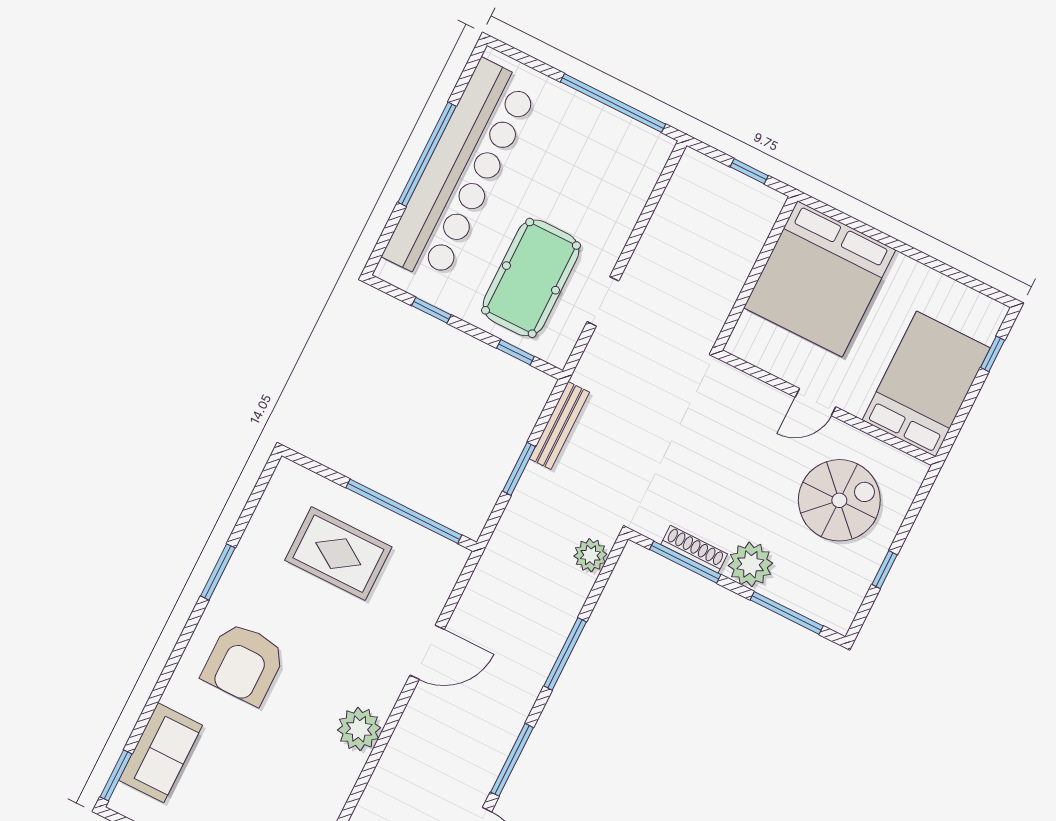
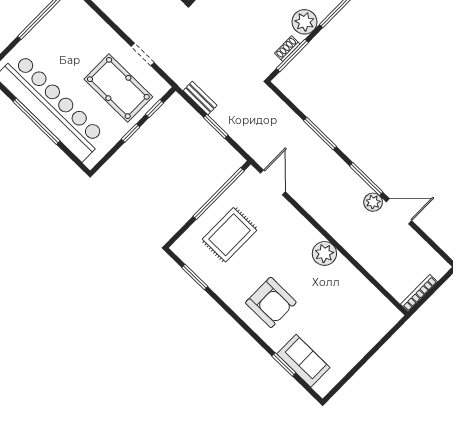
window: (431, 310) -> (131, 133), moved
bench: (559, 426) -> (200, 98), width x0.73
shoe rack: (694, 549) -> (287, 49), width x0.70
plant: (590, 555) -> (373, 202), moved
window: (218, 572) -> (195, 277), moved
door: (427, 652) -> (273, 182), moved
window: (116, 775) -> (284, 364), moved

